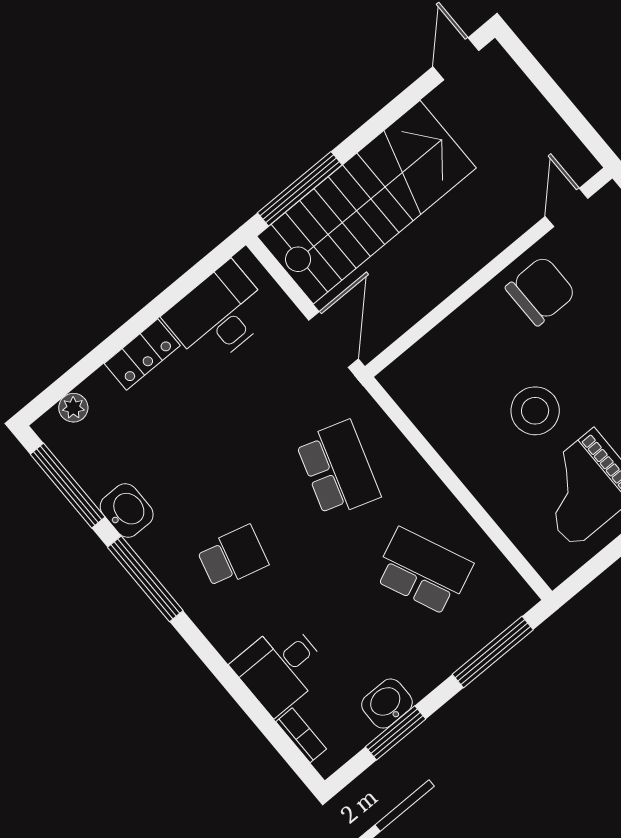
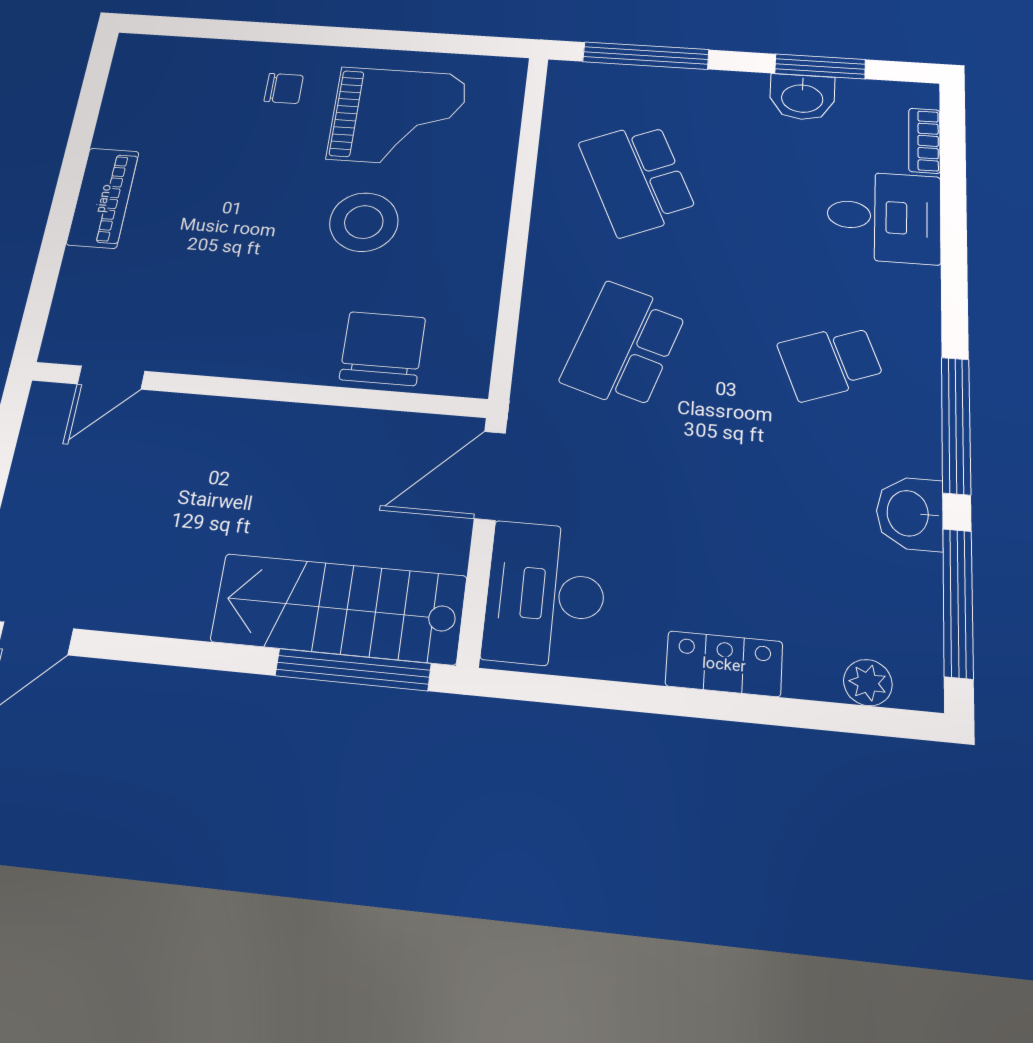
stairs: (367, 202) -> (339, 609), width x0.73, depth x0.66
chair: (541, 291) -> (383, 349), moved, turned 90
desk: (219, 315) -> (545, 594), moved, turned 90
school desk: (233, 557) -> (831, 362), turned -36

